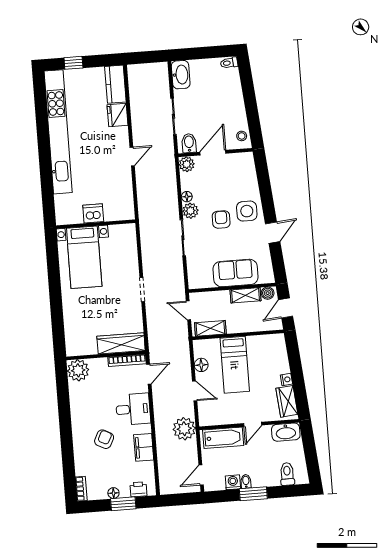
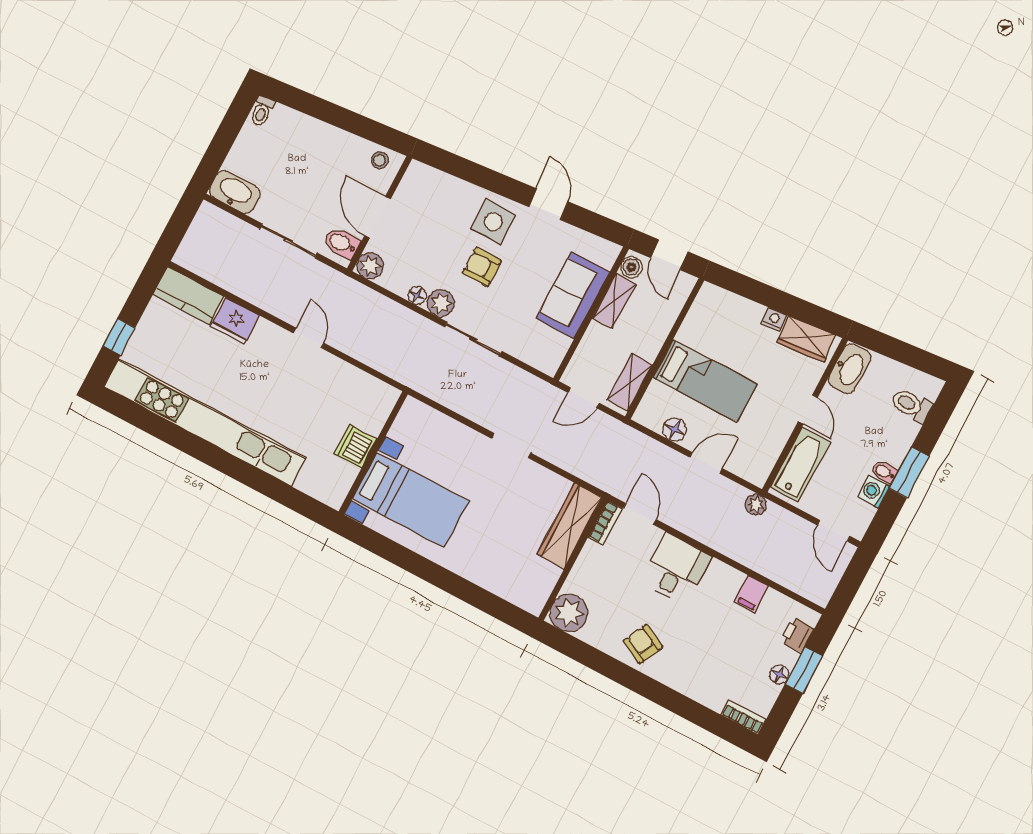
bookcase: (127, 360) -> (605, 523), width x0.64
plant: (184, 429) -> (756, 505), width x0.53, depth x0.53
armchair: (104, 439) -> (643, 644), moved
filing cabinet: (144, 447) -> (751, 594), width x0.50

